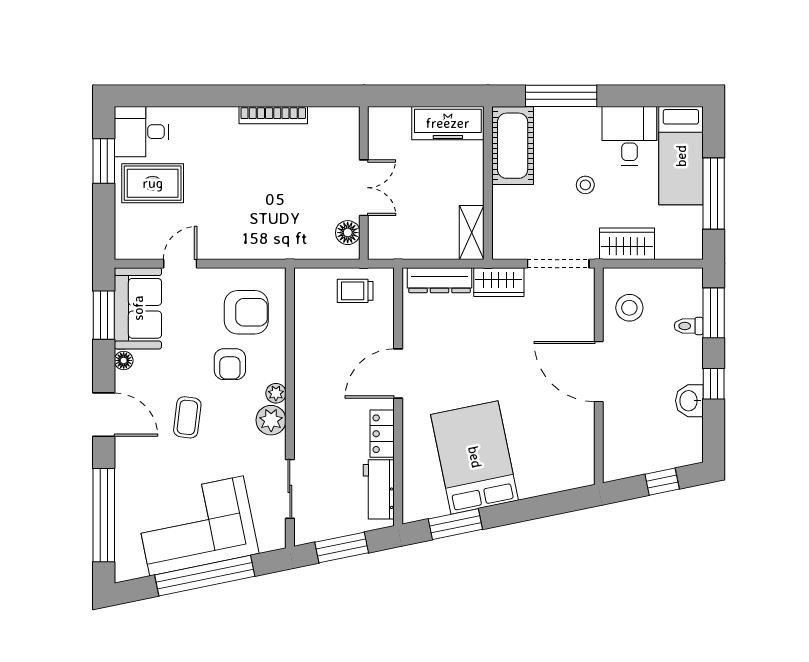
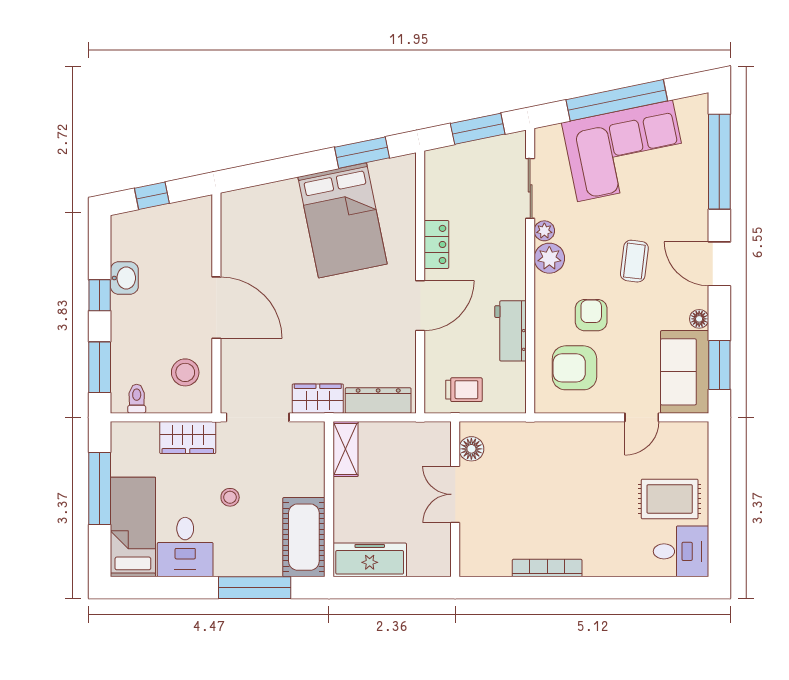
window: (104, 161) -> (719, 522), removed
toilet: (689, 326) -> (137, 399), moved, turned -90
plant: (276, 393) -> (544, 231), moved
workbench: (379, 489) -> (511, 331), moved, turned 180

